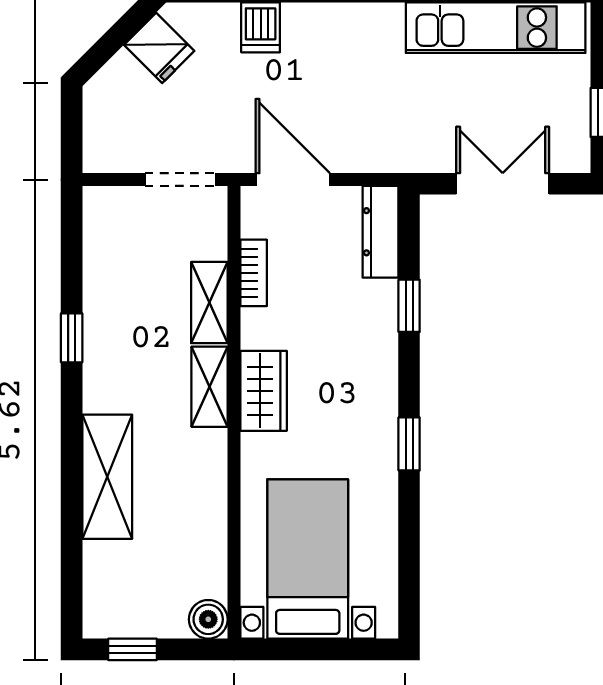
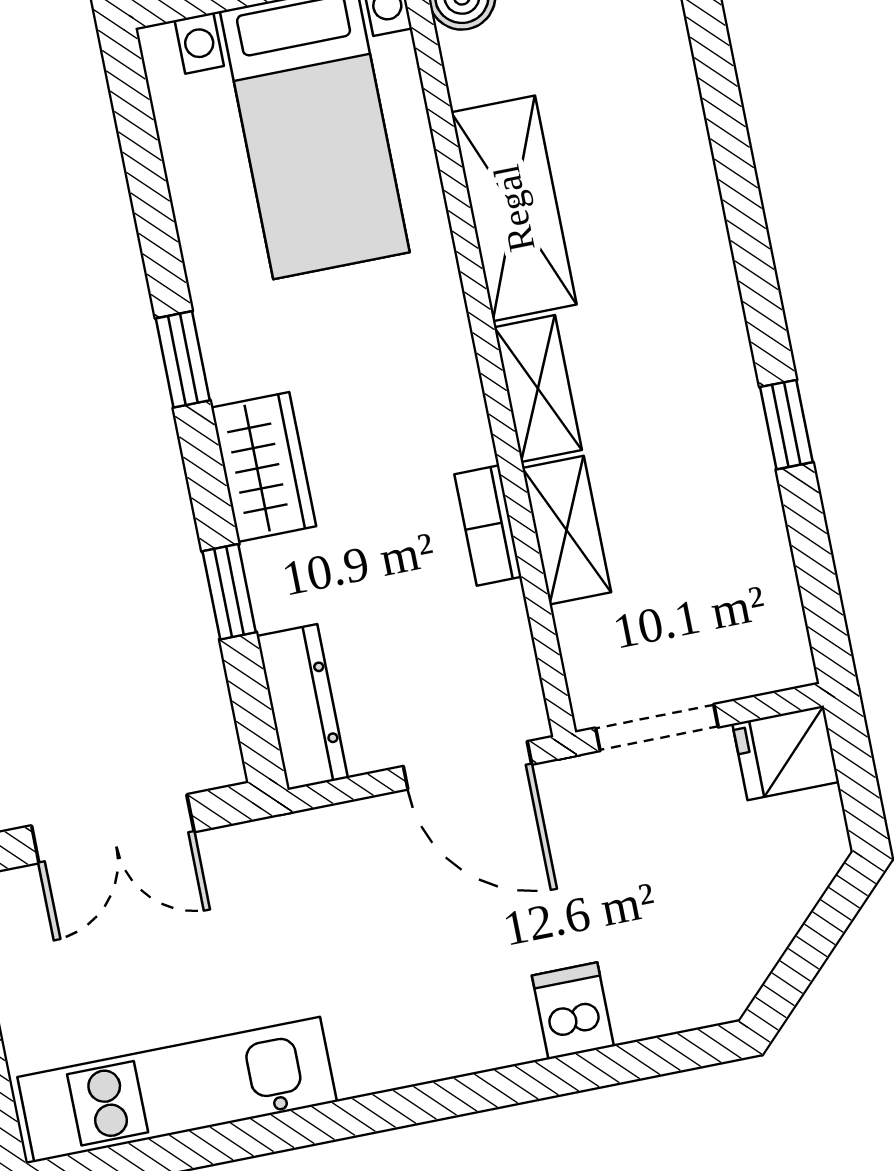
fridge: (159, 48) -> (786, 753), moved, turned -45
bookcase: (254, 273) -> (488, 526), moved
wardrobe: (264, 391) -> (264, 467), moved, turned 180
shelving: (107, 477) -> (514, 208), moved

